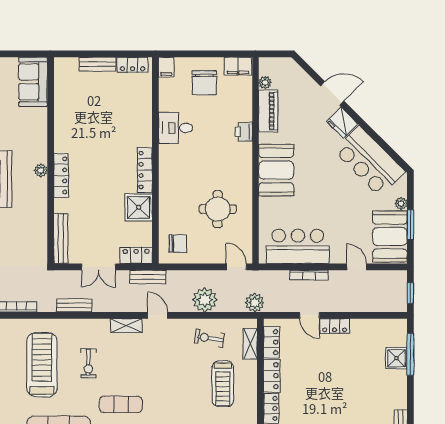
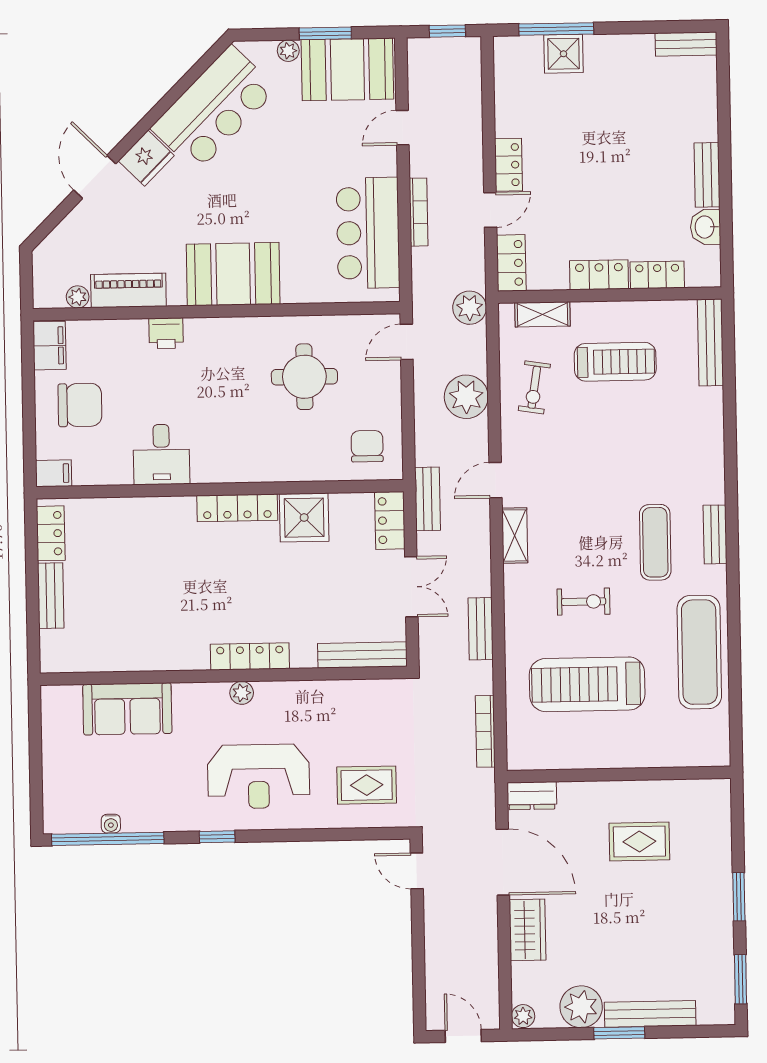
sofa: (33, 82) -> (127, 709), moved
locker: (272, 342) -> (511, 263), moved, turned 90

